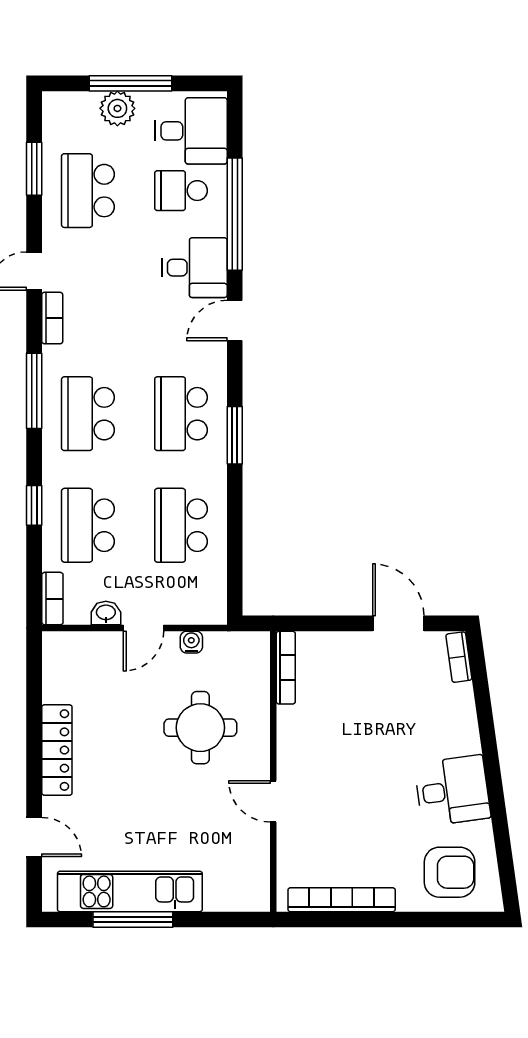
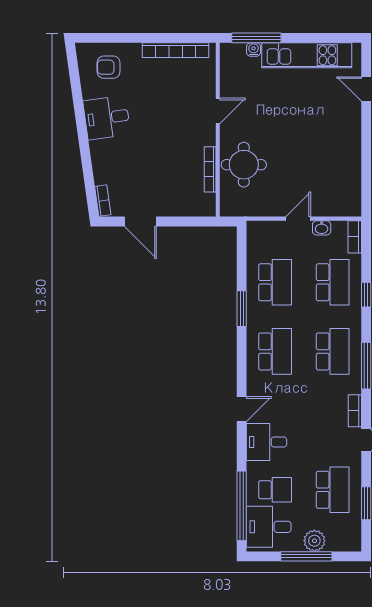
window: (235, 214) -> (242, 506), moved
window: (235, 435) -> (242, 309), moved
water cooler: (191, 642) -> (254, 49), moved, turned 180
bookcase: (286, 668) -> (210, 169), moved
round table: (200, 728) -> (244, 165), moved
locker: (57, 750) -> (352, 143), removed
door: (273, 801) -> (218, 111), hinge flipped
armchair: (450, 872) -> (109, 67), width x0.72, depth x0.72
window: (133, 920) -> (256, 38), moved

